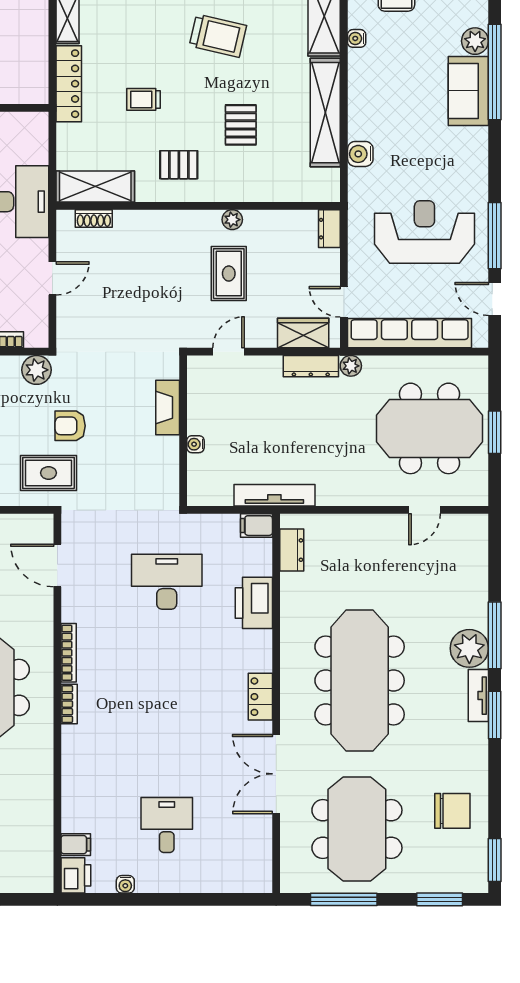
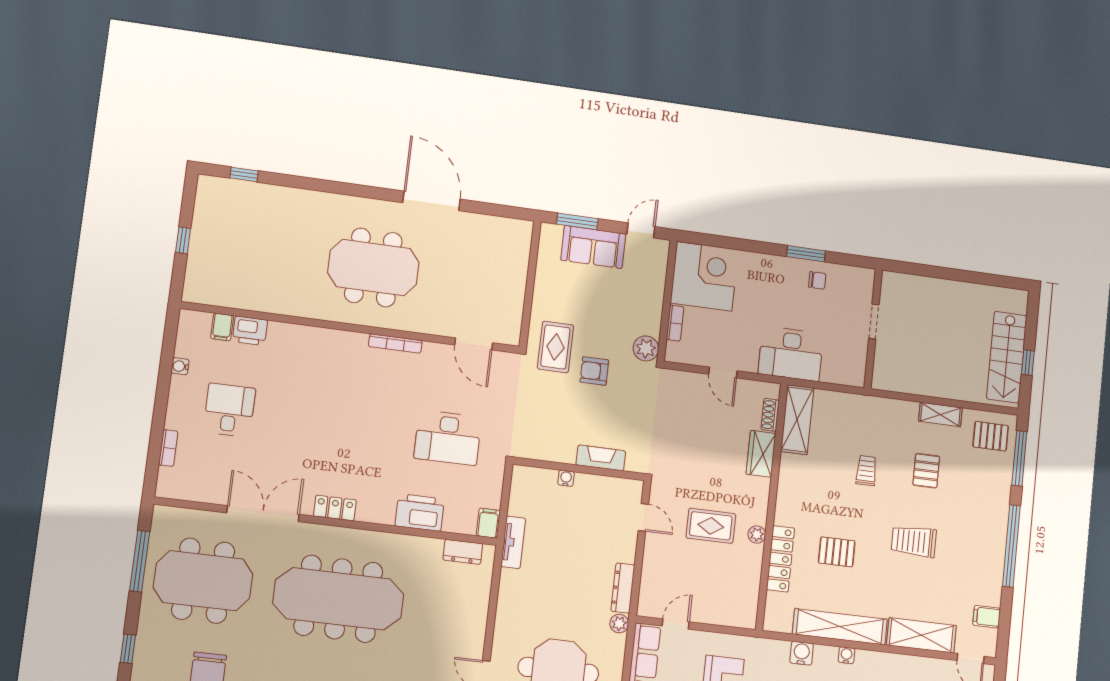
trolley: (218, 36) -> (914, 541), turned 77
water cooler: (357, 38) -> (846, 655), moved
locker: (69, 84) -> (780, 559), moved, turned -90
pallet: (179, 165) -> (926, 471), moved
dresser: (329, 229) -> (740, 619), removed
wardrobe: (303, 333) -> (761, 454), moved, turned 180
armchair: (70, 426) -> (594, 371), turned -90
tv unit: (274, 495) -> (513, 542), width x0.71
door: (57, 566) -> (474, 344), swing flipped
desk: (167, 582) -> (448, 438), turned 90
bookcase: (69, 704) -> (168, 448), moved, turned -90
desk: (167, 825) -> (229, 410), turned -90
printer: (76, 875) -> (250, 331), moved
window: (440, 899) -> (128, 649), width x0.67

